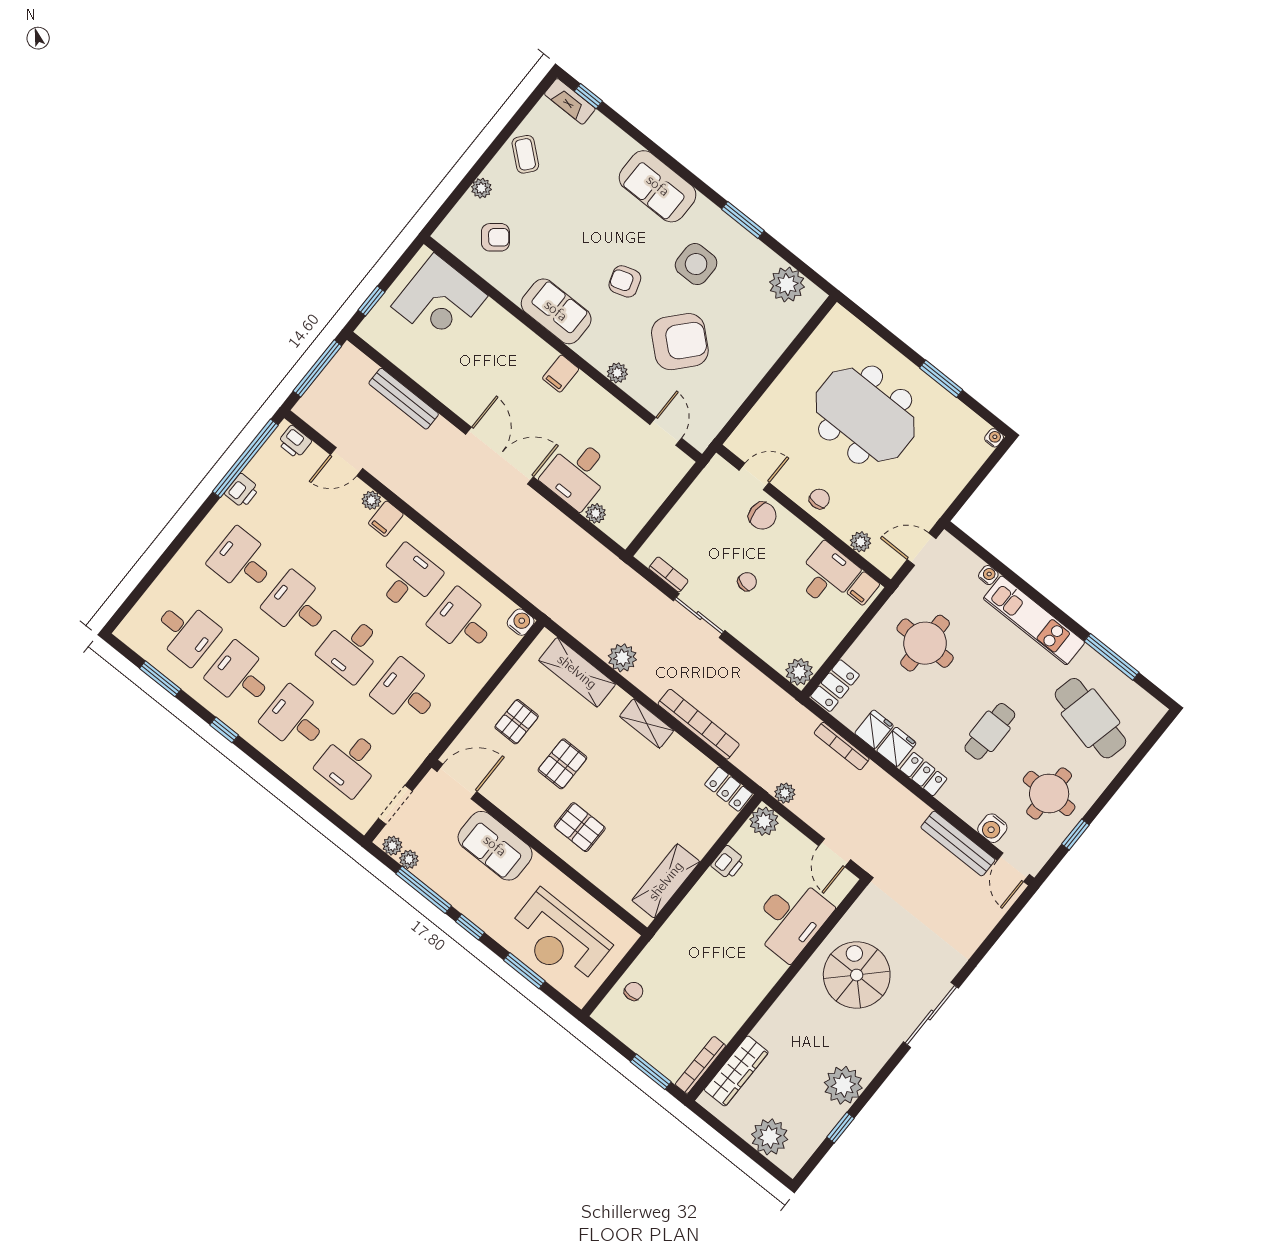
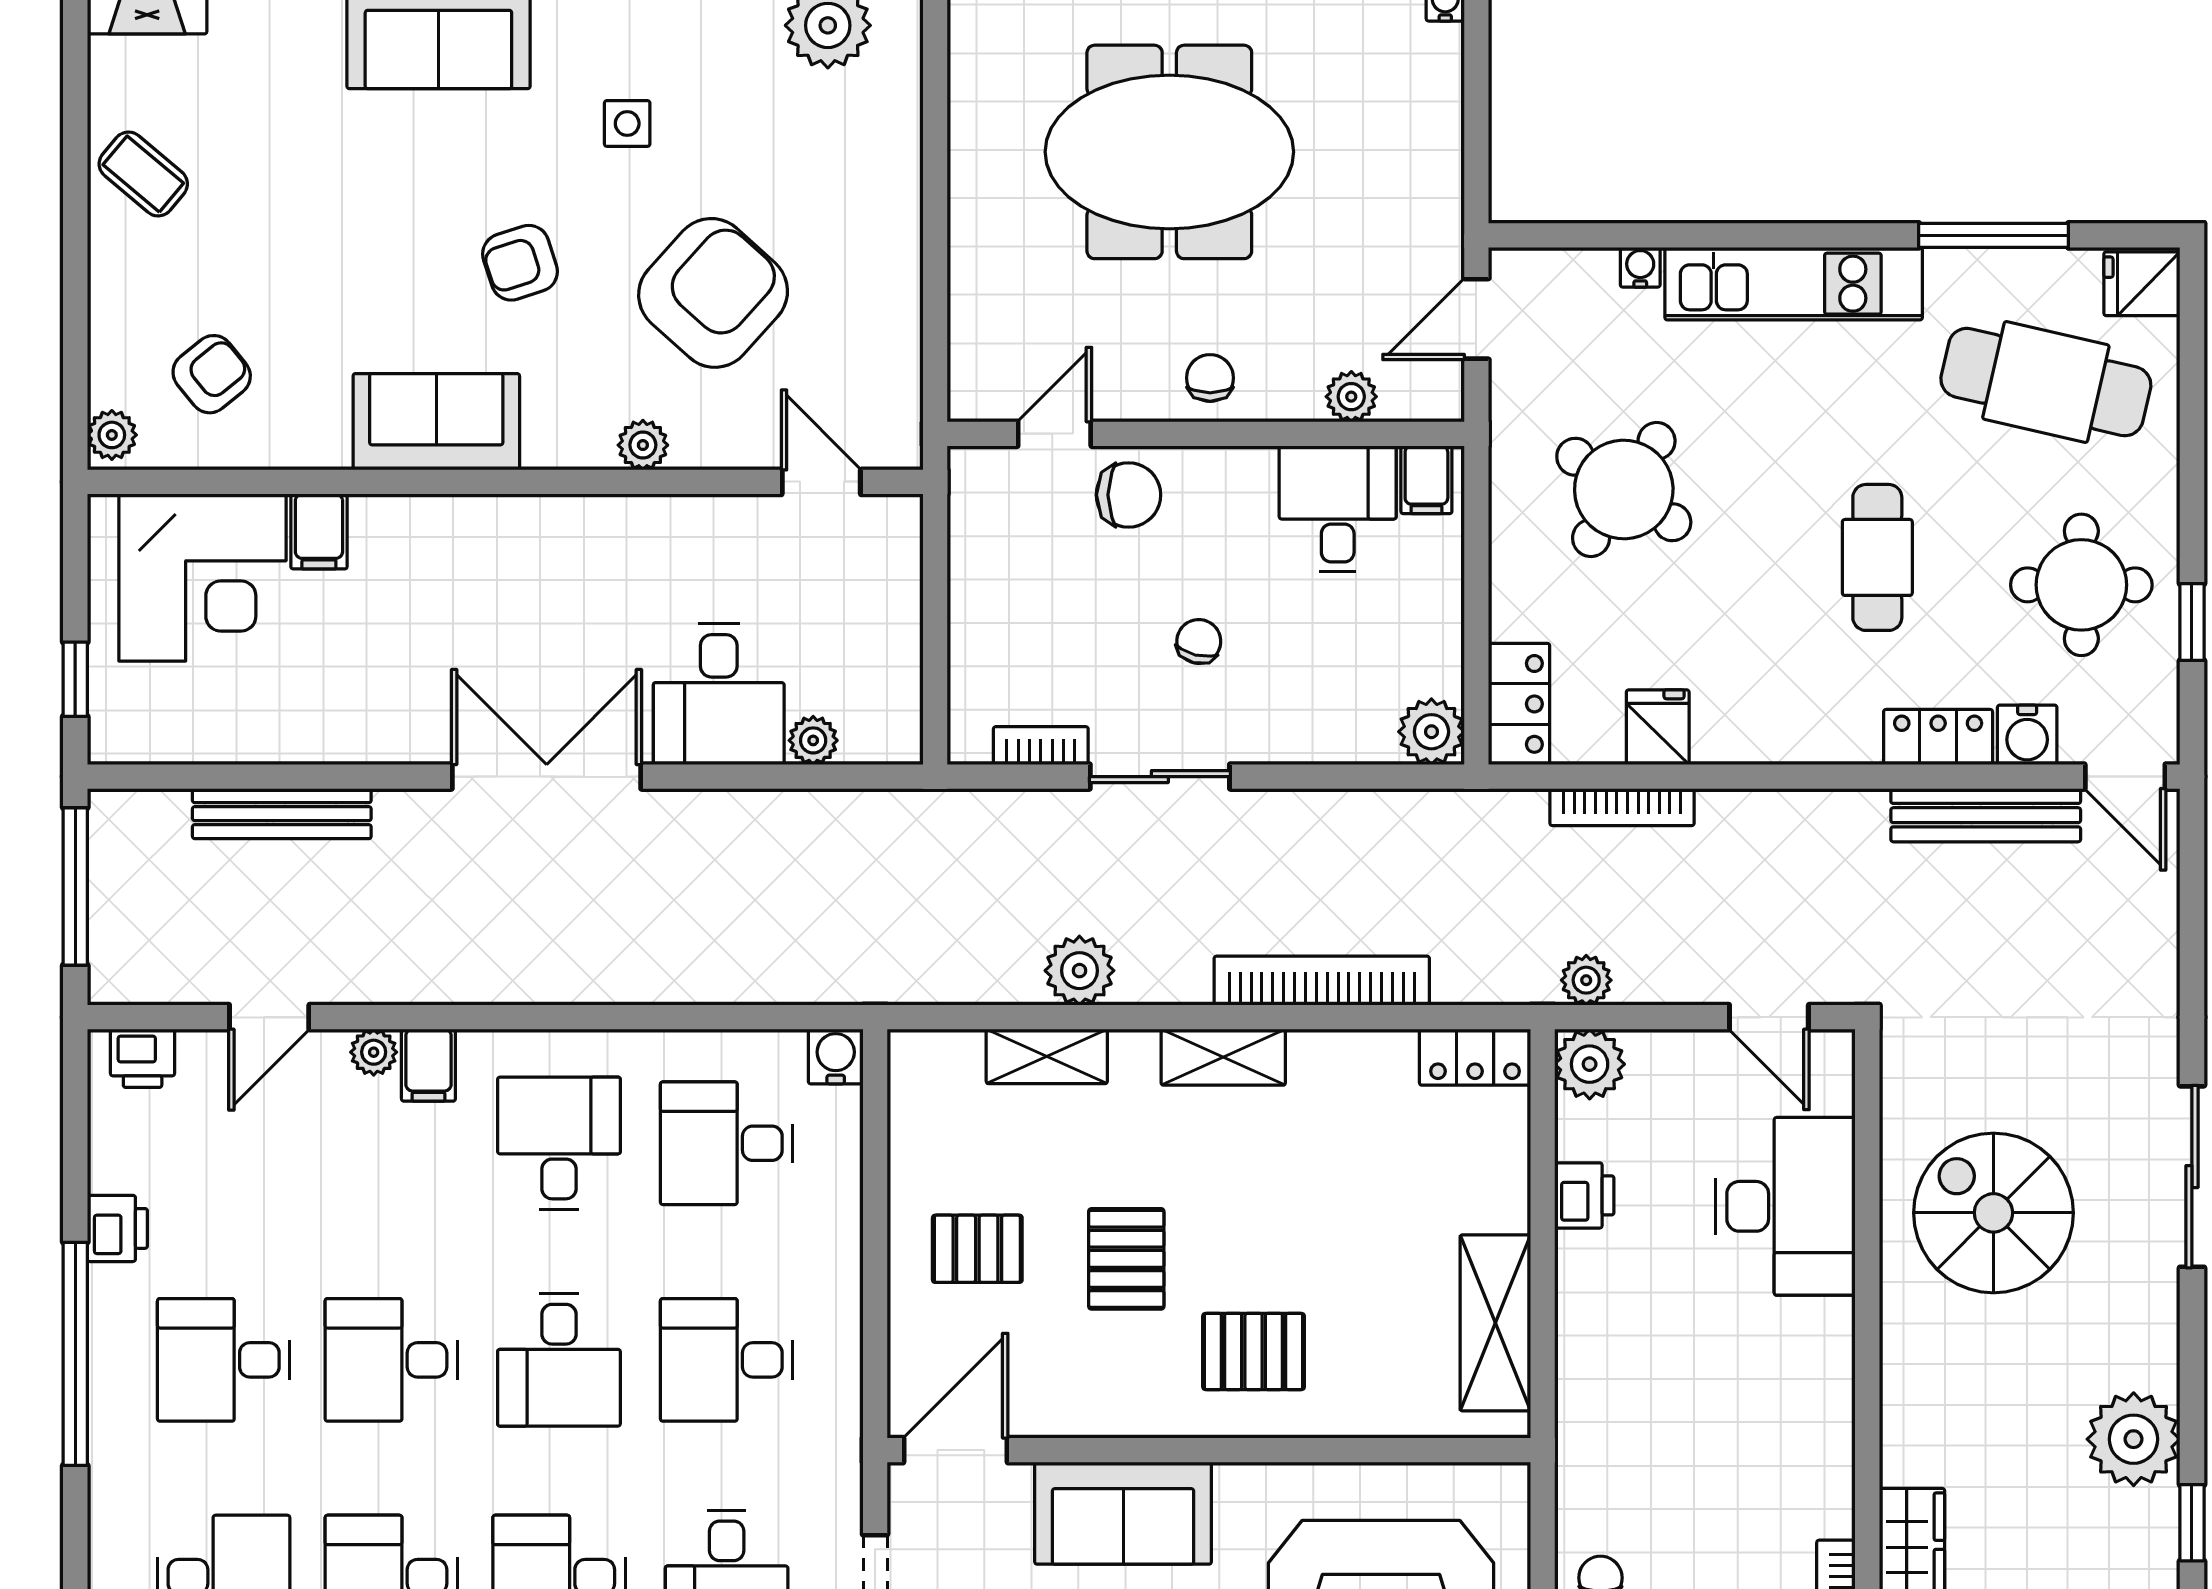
plant: (481, 188) -> (112, 435), moved
side table: (696, 264) -> (627, 123), width x0.54, depth x0.54
filing cabinet: (561, 374) -> (319, 531), moved
window: (245, 458) -> (75, 1354), moved
round table: (925, 643) -> (1624, 489), turned 34
shelving: (577, 672) -> (1047, 1056), width x0.67, depth x0.75
pallet: (517, 722) -> (977, 1249), turned 90
fridge: (896, 747) -> (2142, 284), moved, turned -90
locker: (923, 774) -> (1938, 737), moved

